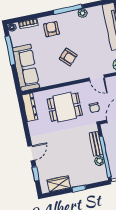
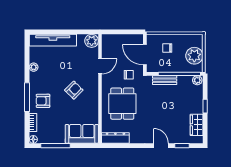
window: (68, 9) -> (27, 97), moved
sofa: (26, 68) -> (82, 134), width x0.73
plant: (100, 161) -> (197, 80), moved

